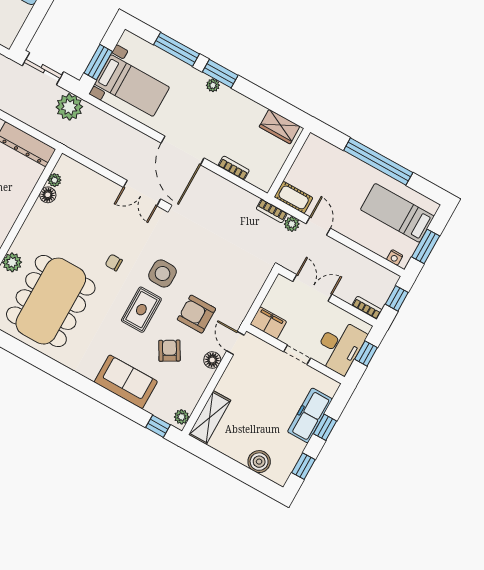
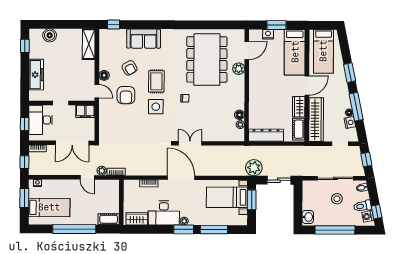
desk: (236, 113) -> (164, 213), added
cot: (294, 197) -> (109, 219), moved
double door: (312, 288) -> (72, 143), width x1.37
armchair: (196, 314) -> (126, 95), turned 90
plant: (182, 417) -> (104, 36), removed
window: (325, 427) -> (25, 73), removed

